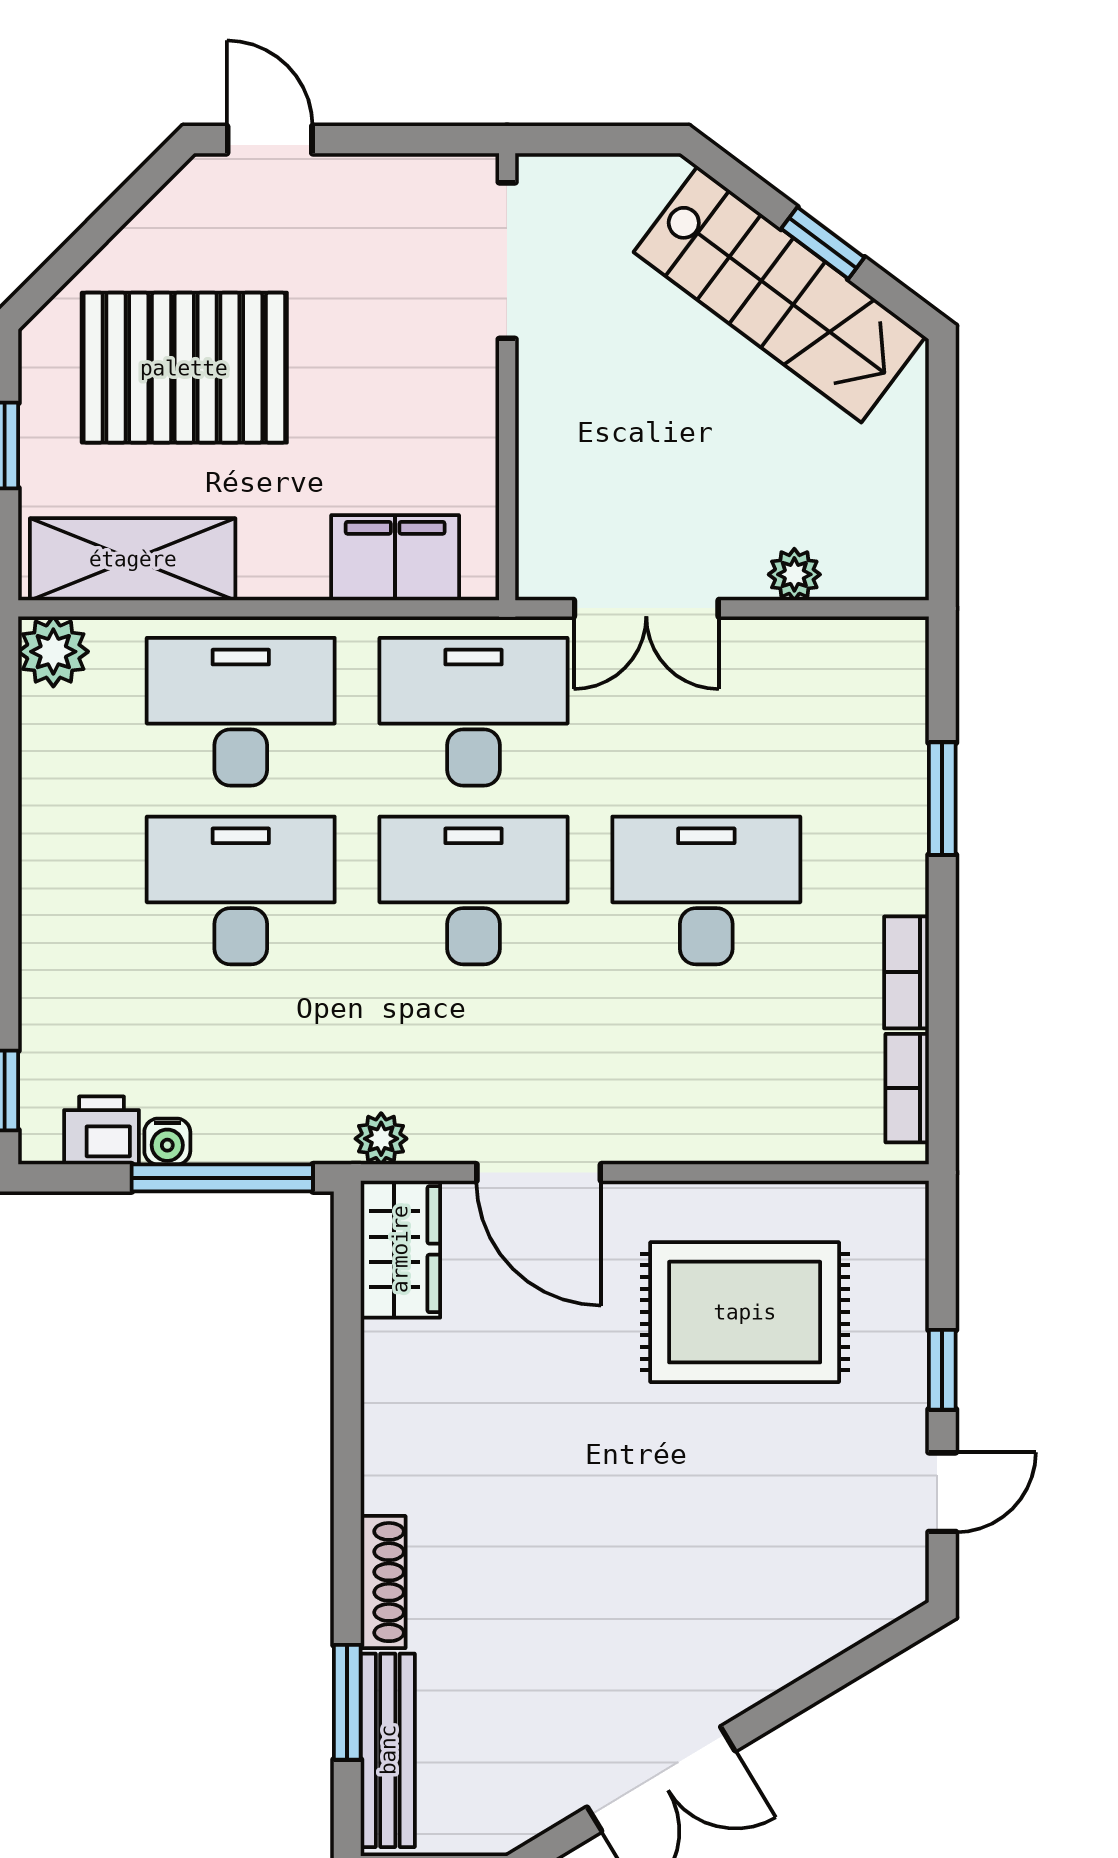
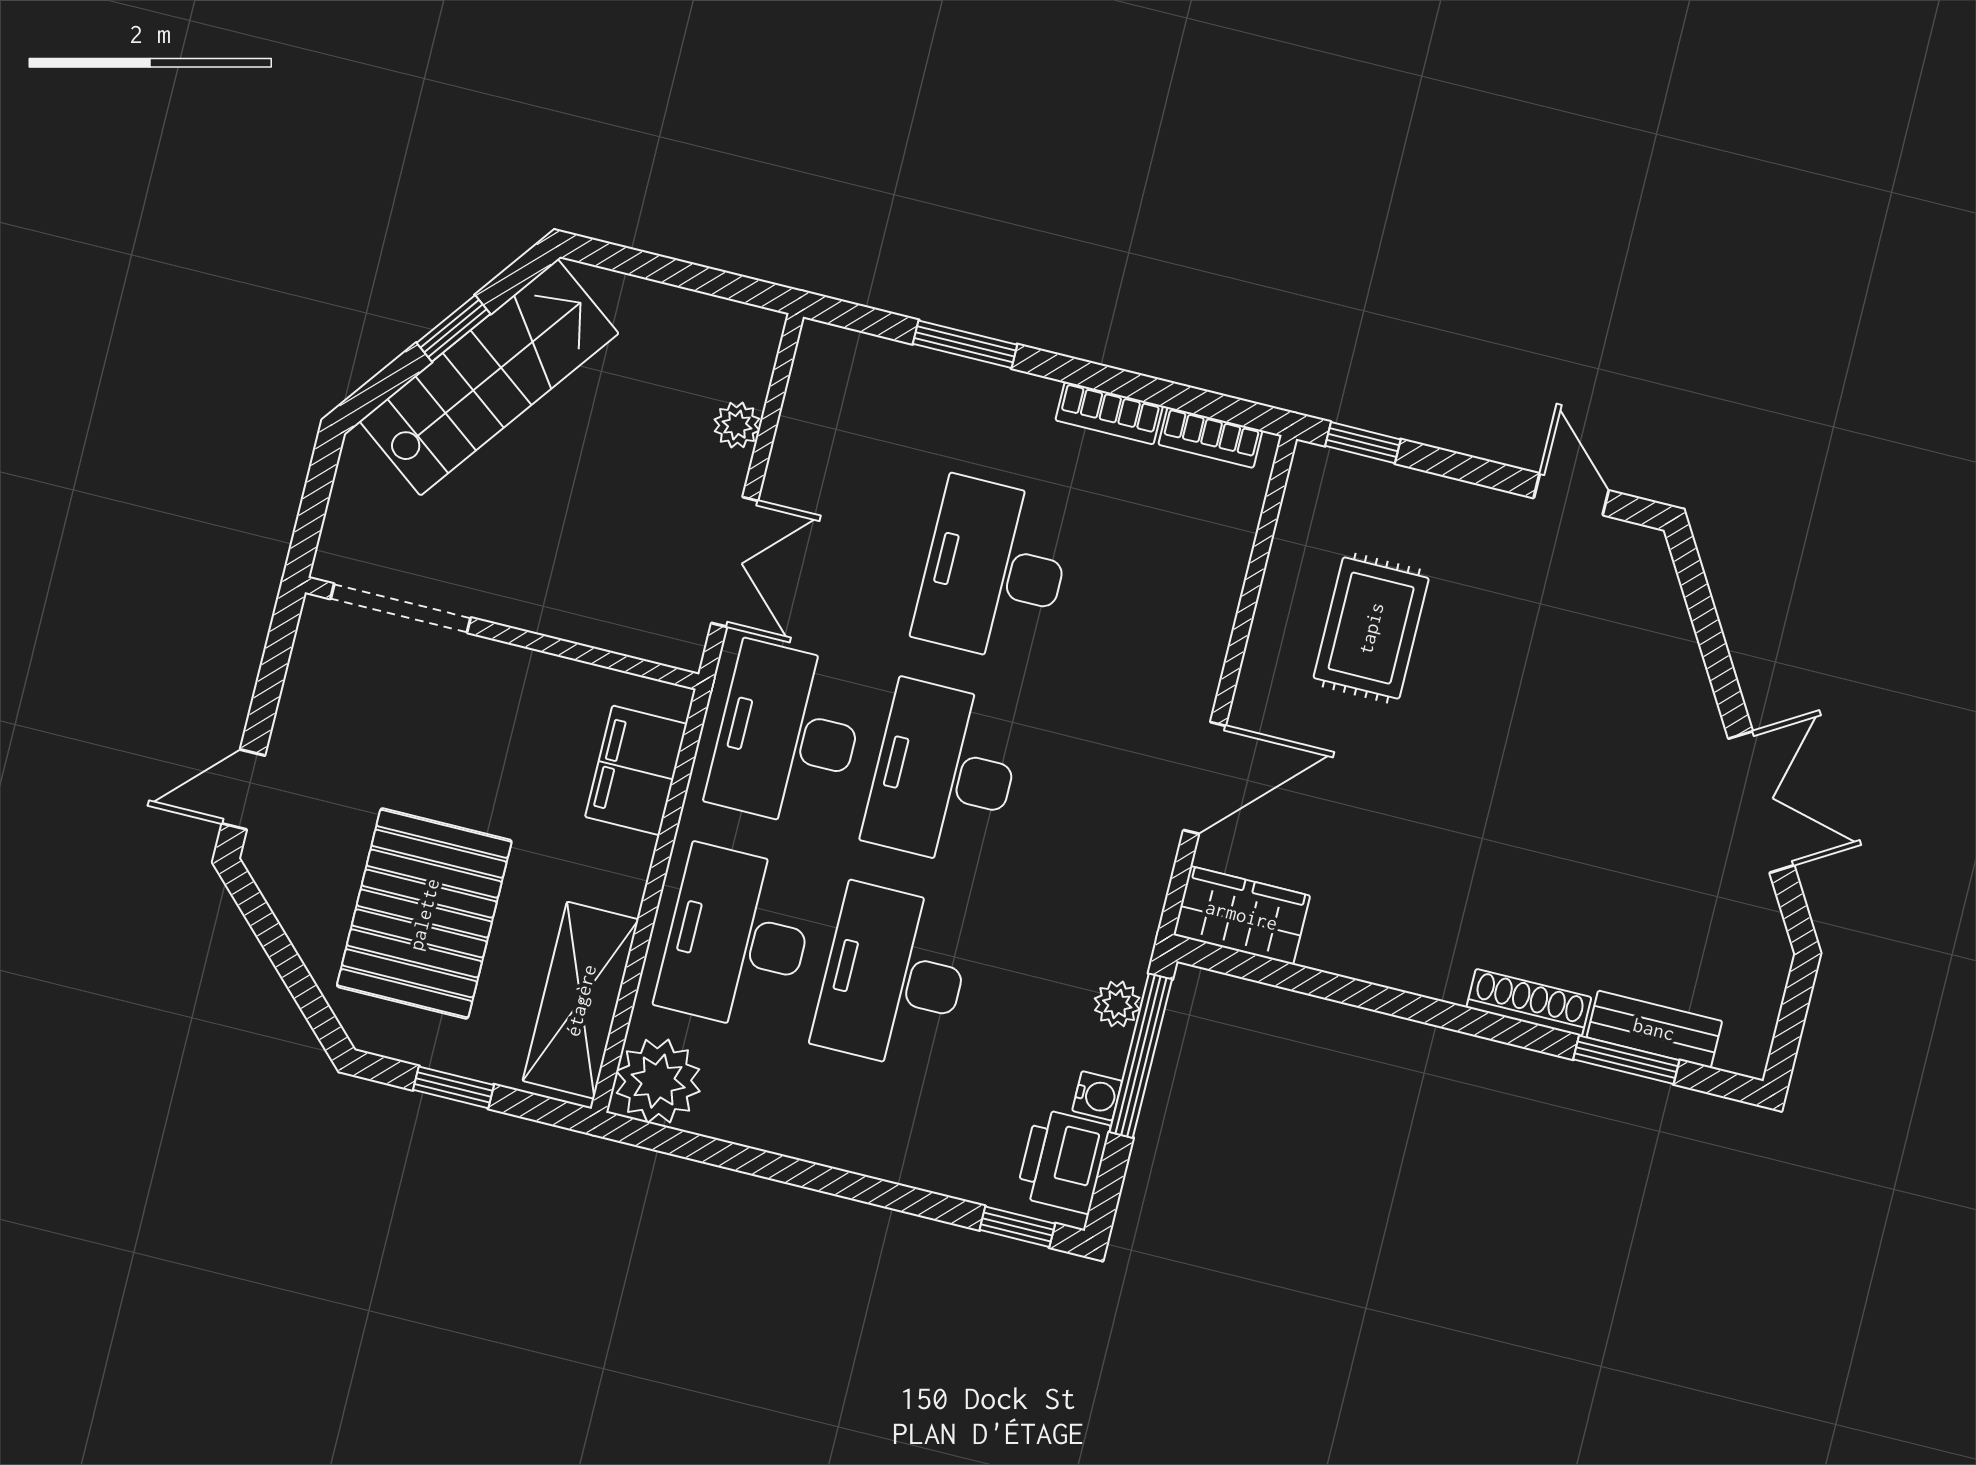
plant: (53, 652) -> (658, 1081), width x1.36, depth x1.36
printer: (102, 1130) -> (1063, 1161), width x1.36, depth x1.24
plant: (381, 1139) -> (1117, 1004), moved
rug: (745, 1312) -> (1371, 628), width x0.73, depth x0.70
window: (942, 1370) -> (1363, 443), moved
bench: (388, 1750) -> (1654, 1029), width x0.73

